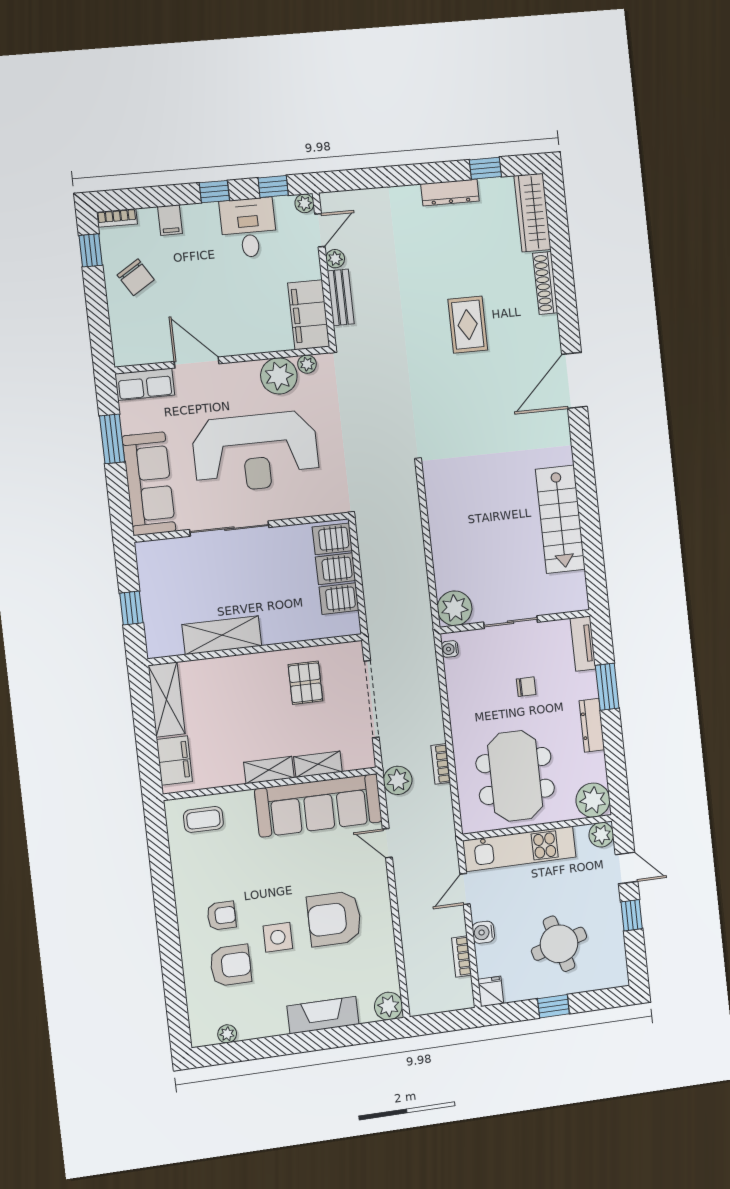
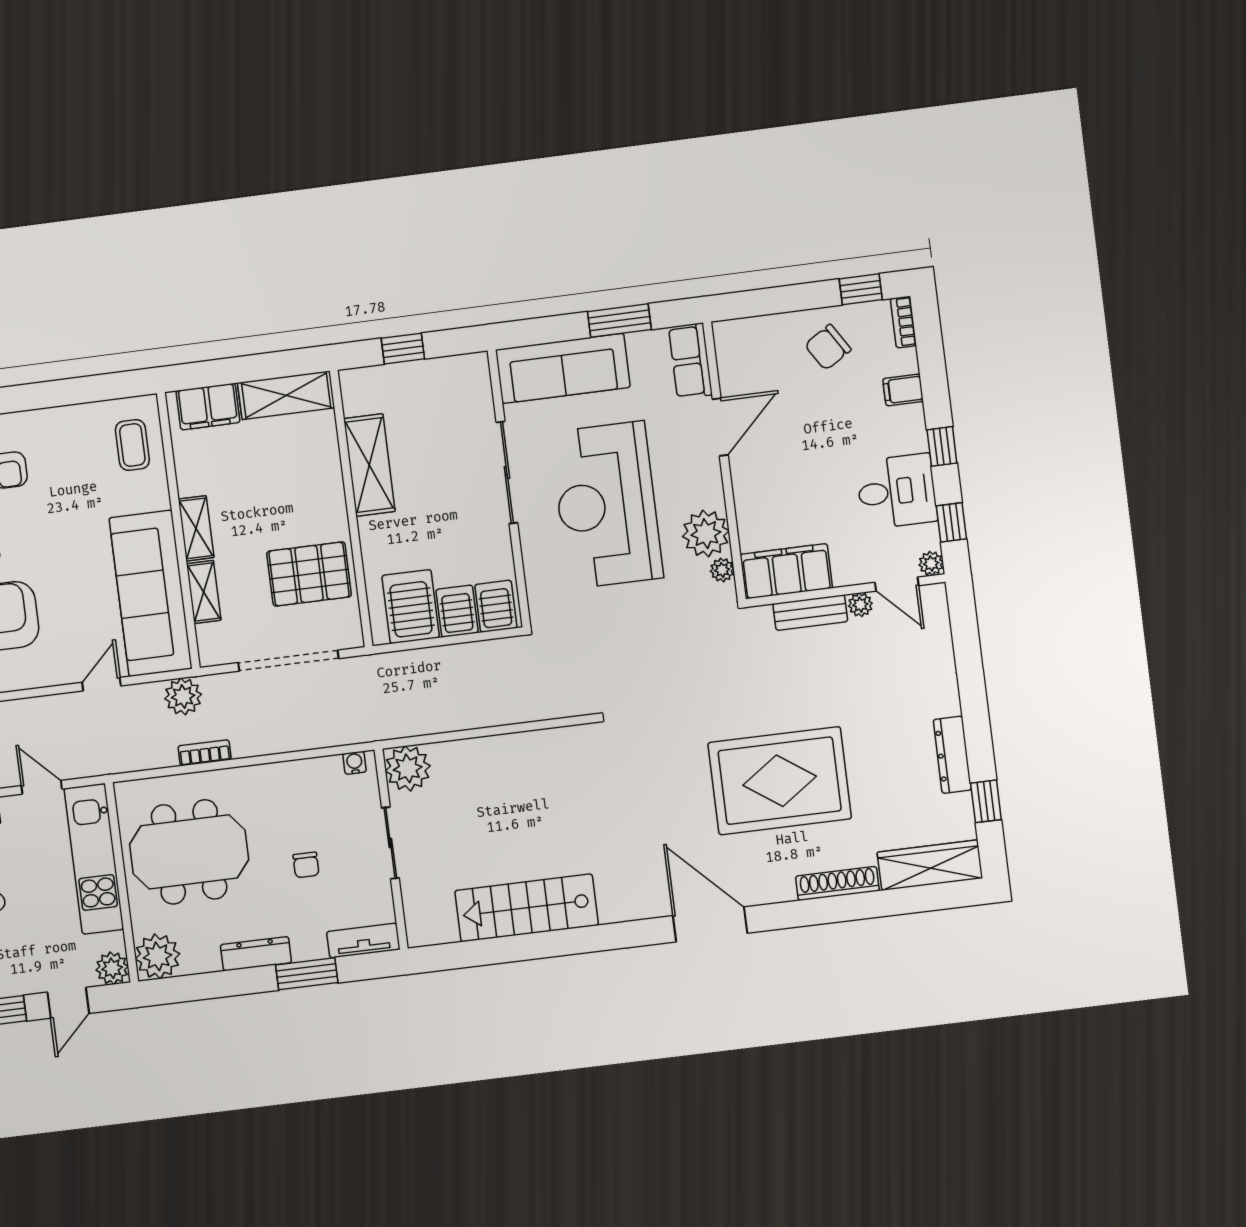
rug: (468, 325) -> (780, 781), width x1.86, depth x2.06
server rack: (339, 599) -> (411, 607), width x1.36, depth x1.44
pallet: (305, 683) -> (309, 574), width x1.50, depth x1.42

